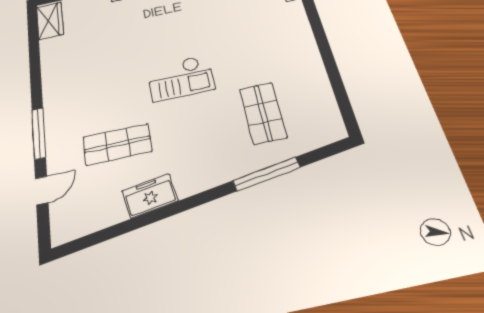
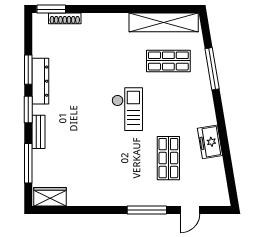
shelving: (319, 94) -> (164, 22), added
door: (42, 190) -> (190, 210), swing flipped

